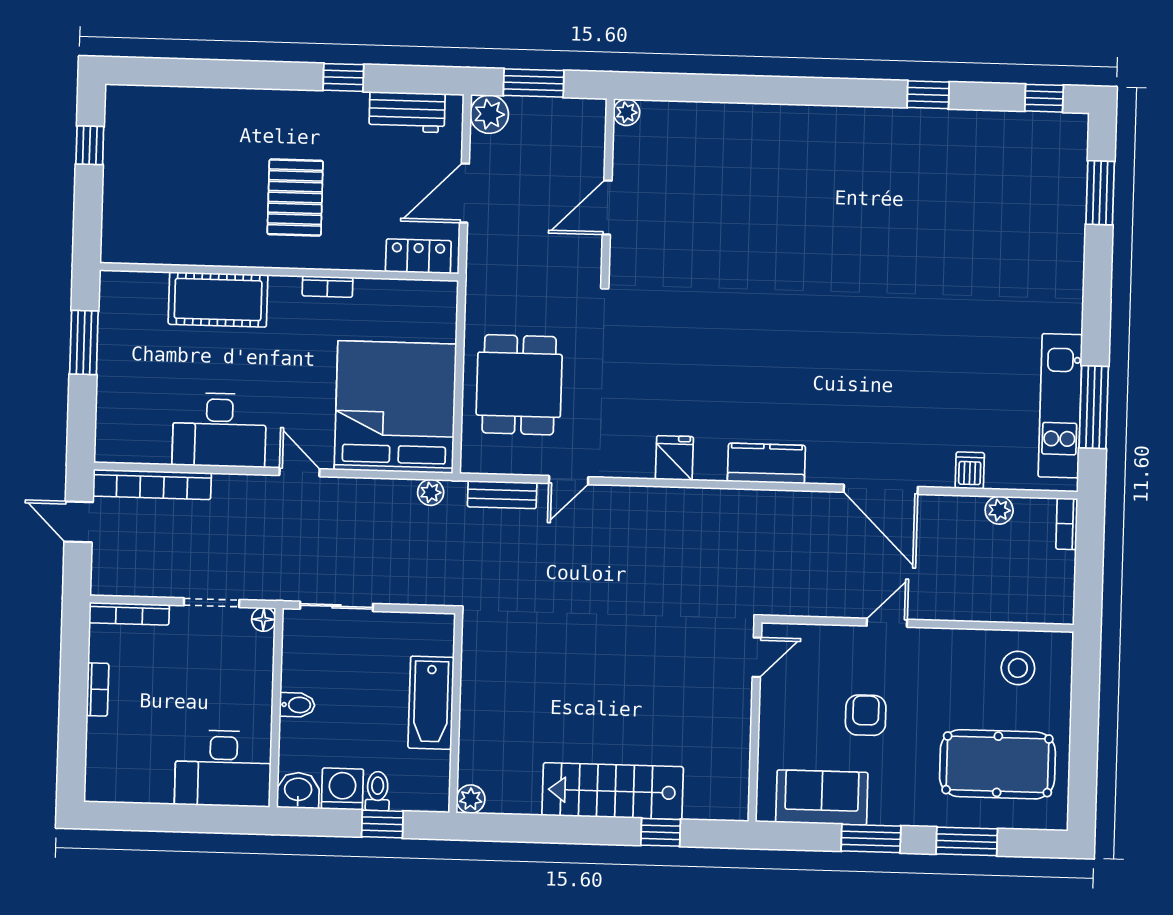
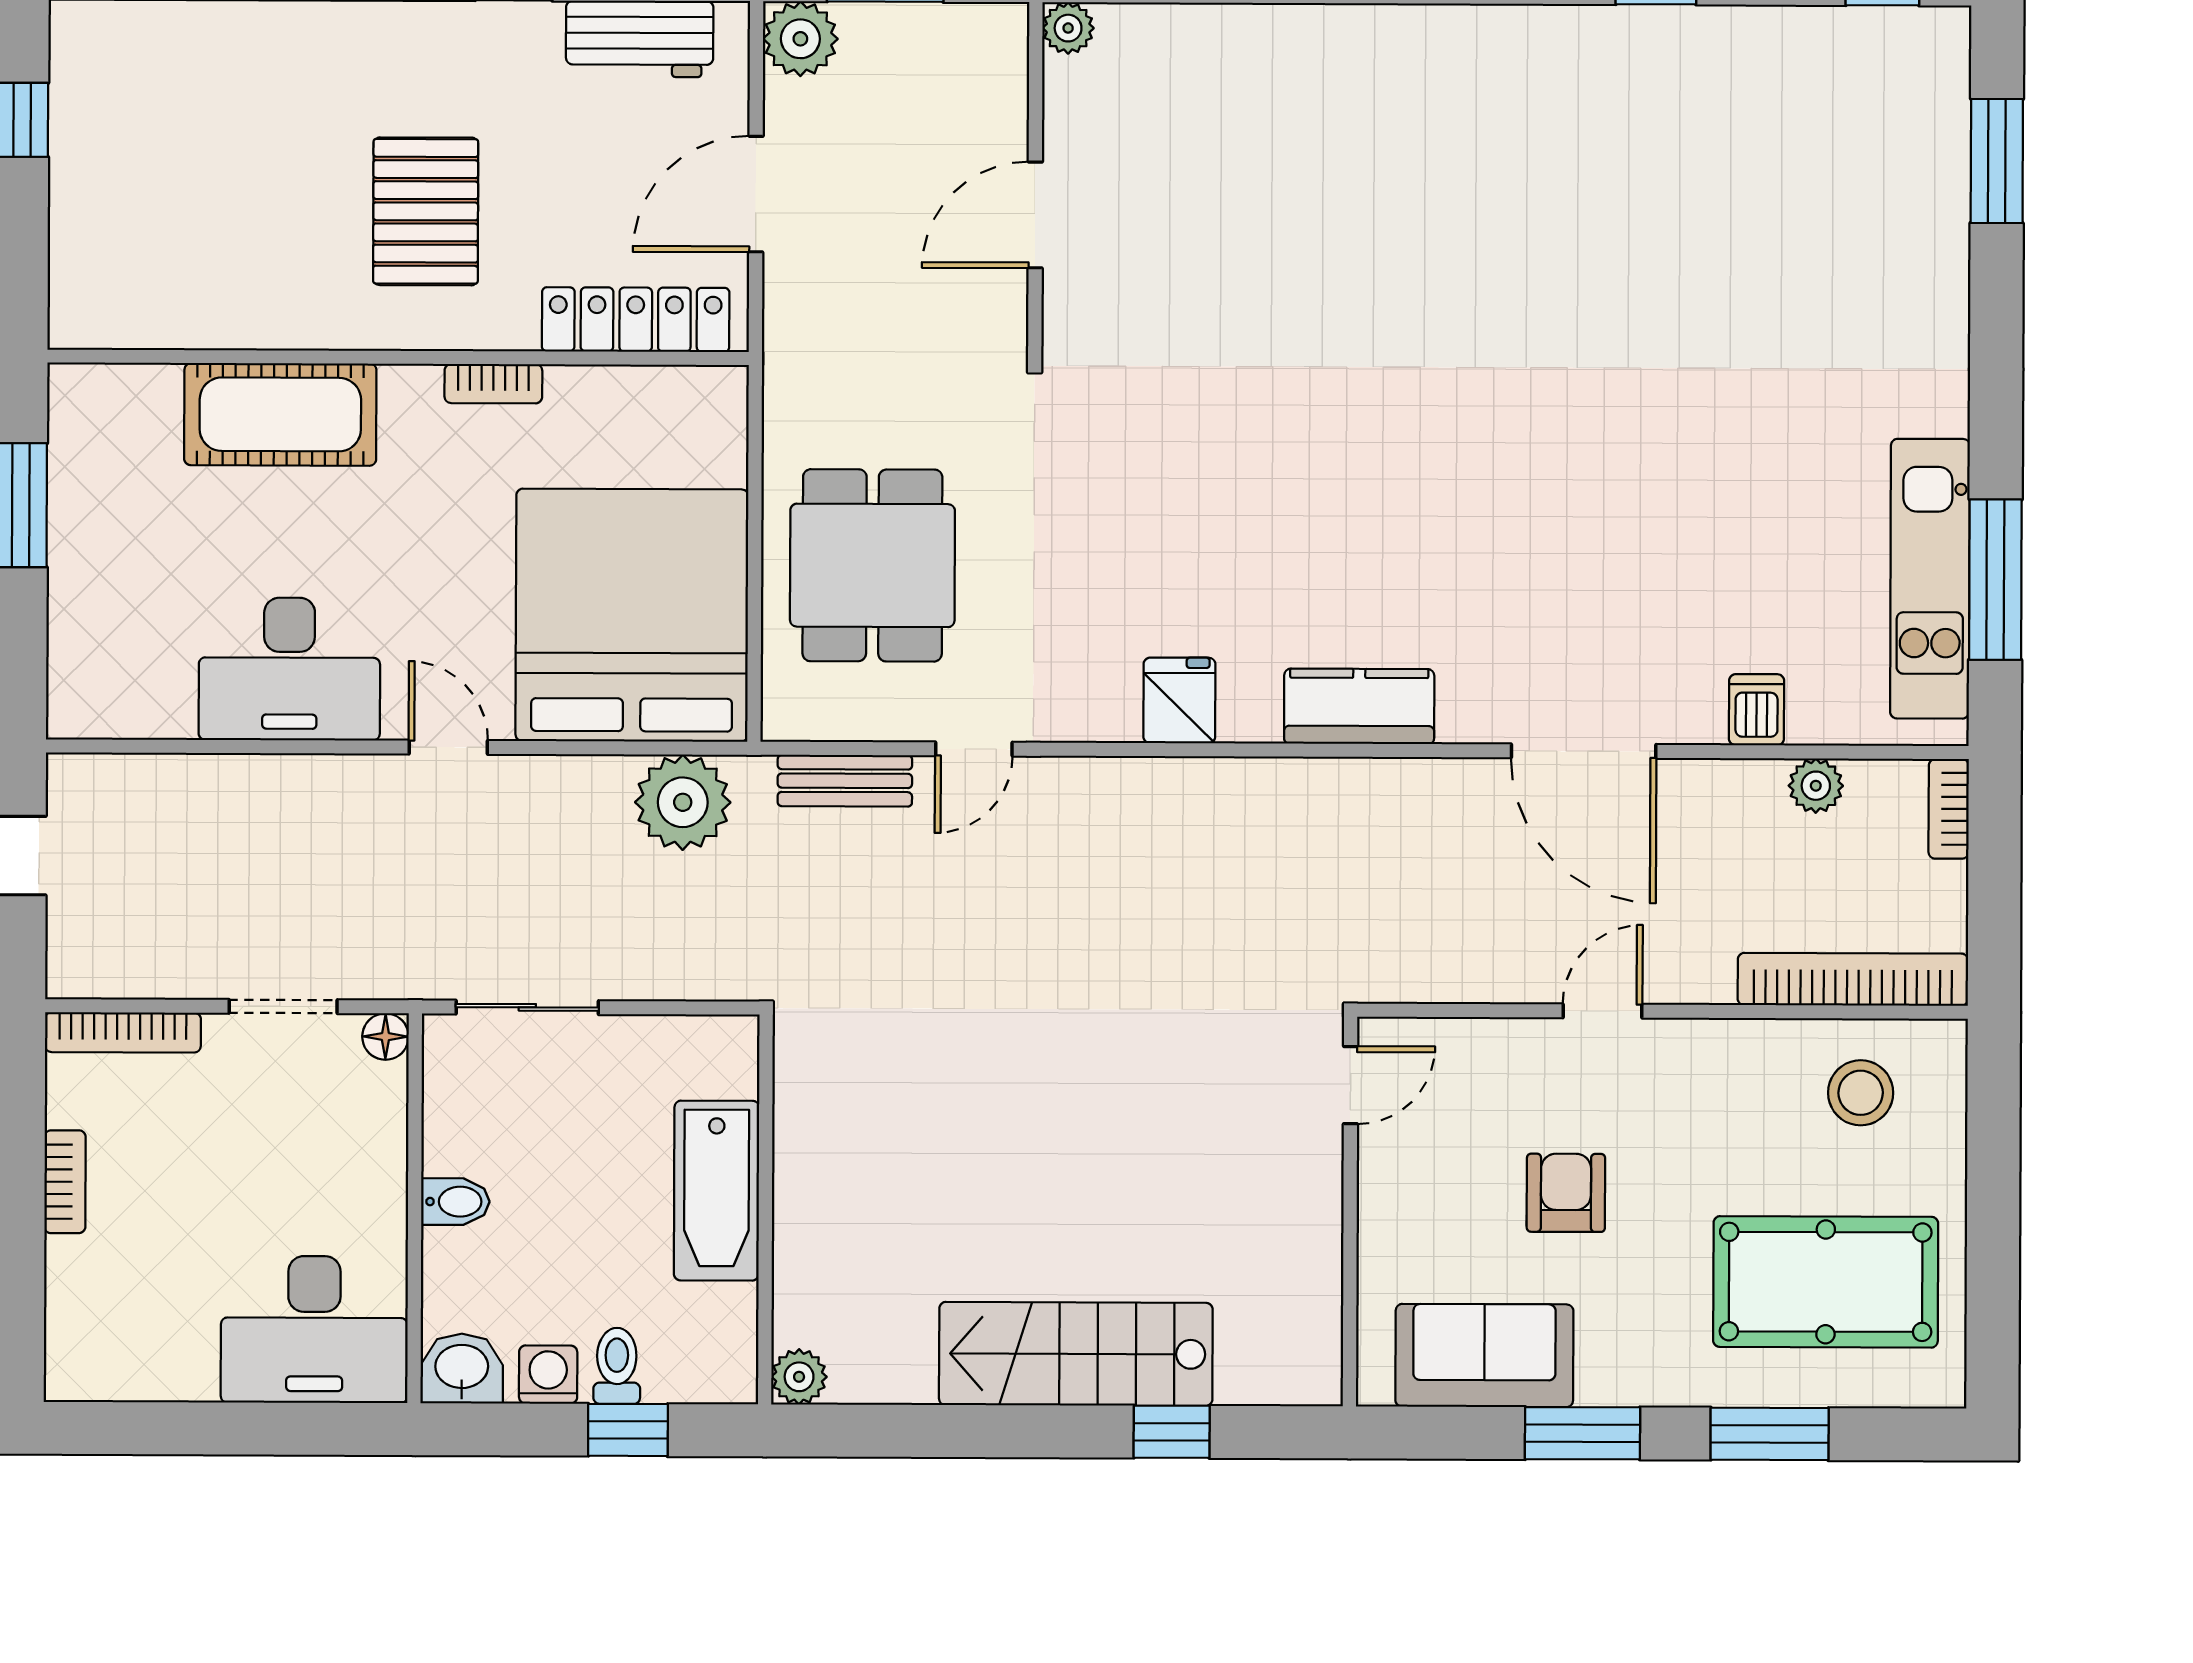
locker: (418, 256) -> (636, 320), width x1.53
bookcase: (152, 484) -> (1853, 979), moved, turned 180
plant: (431, 492) -> (683, 802), width x1.88, depth x1.88
washing machine: (342, 789) -> (548, 1375), width x0.73, depth x0.73

